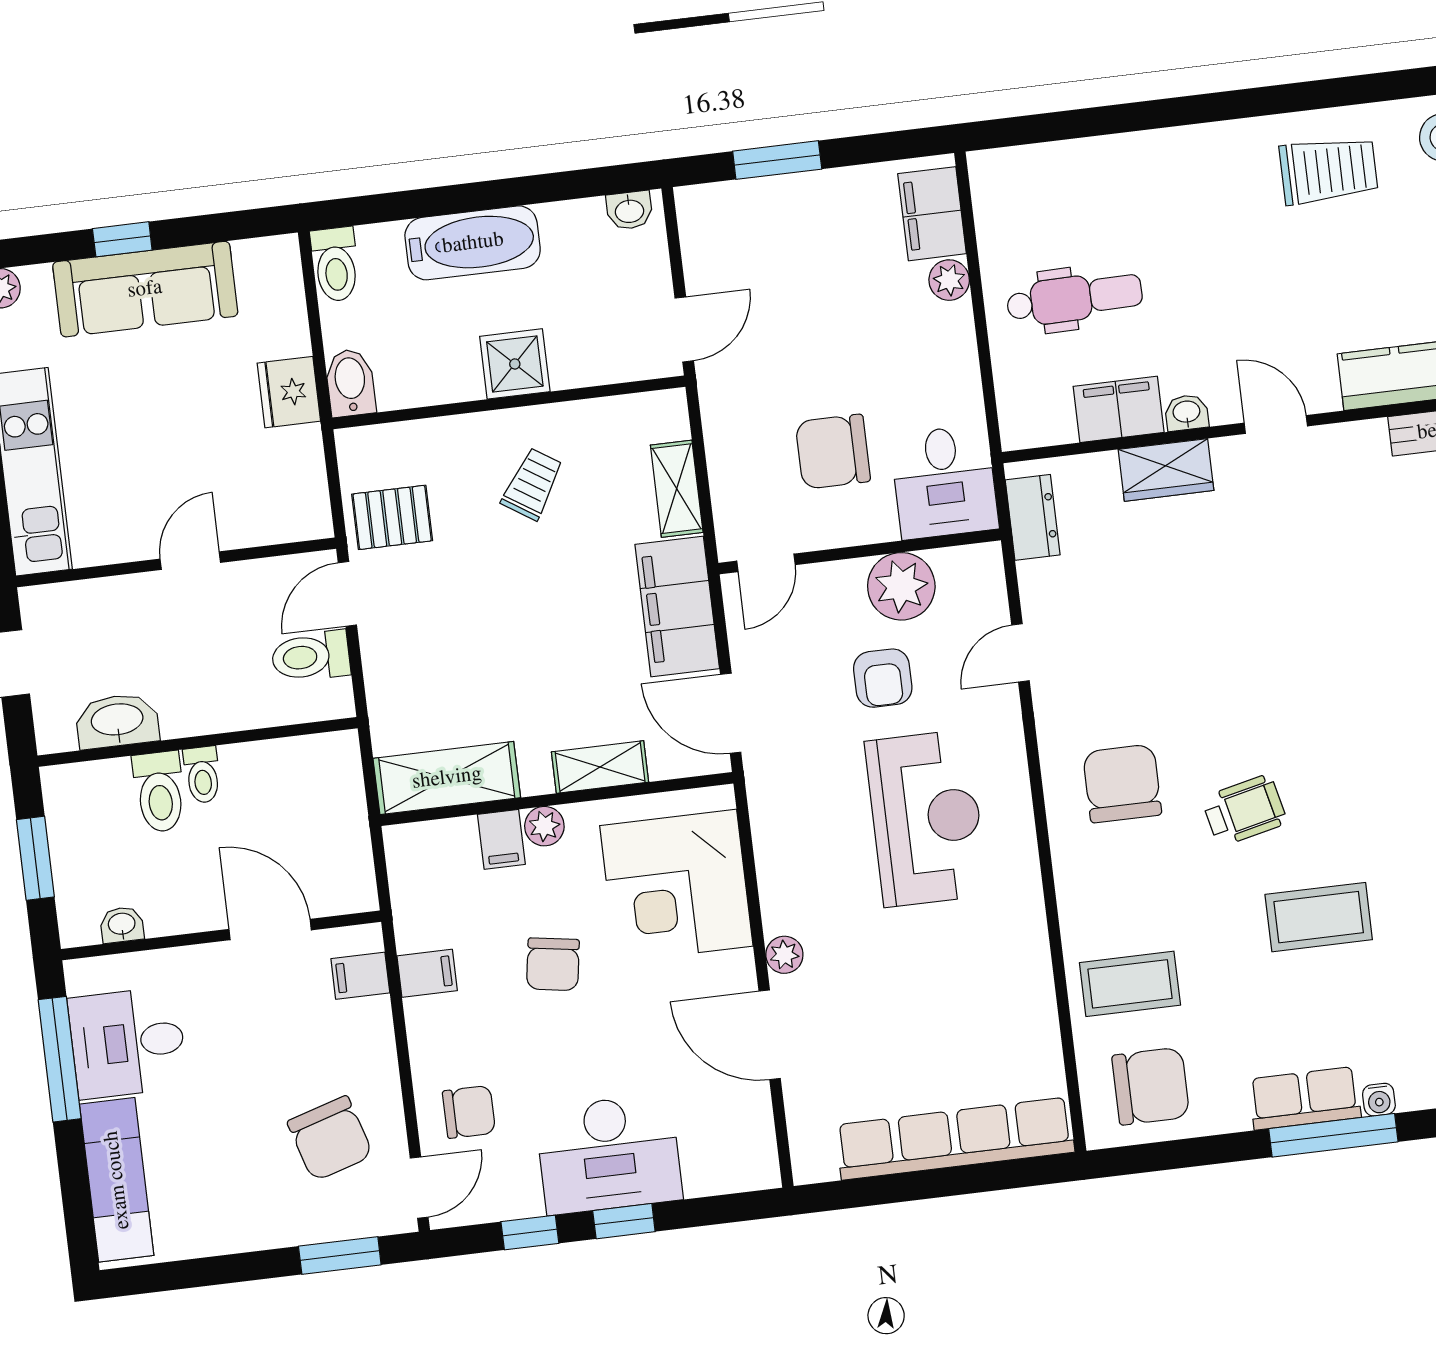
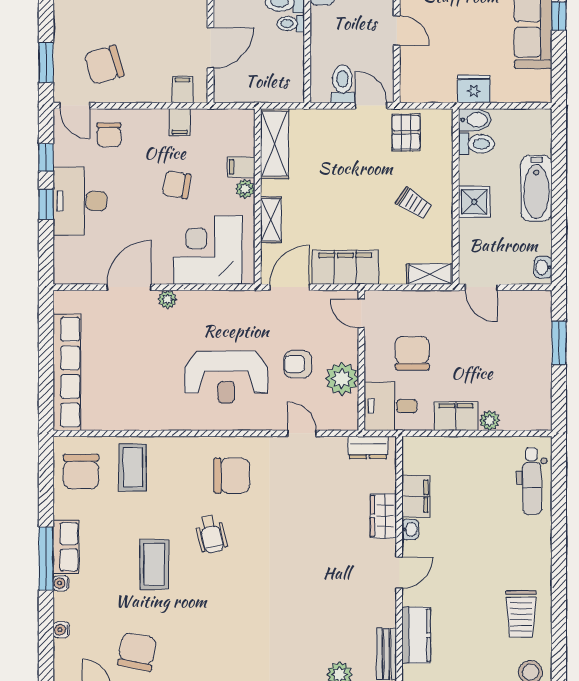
filing cabinet: (932, 214) -> (456, 416), moved
toilet: (335, 264) -> (476, 144), moved, turned 180
dental chair: (1075, 298) -> (532, 481), moved
shelving: (677, 489) -> (430, 274), moved

